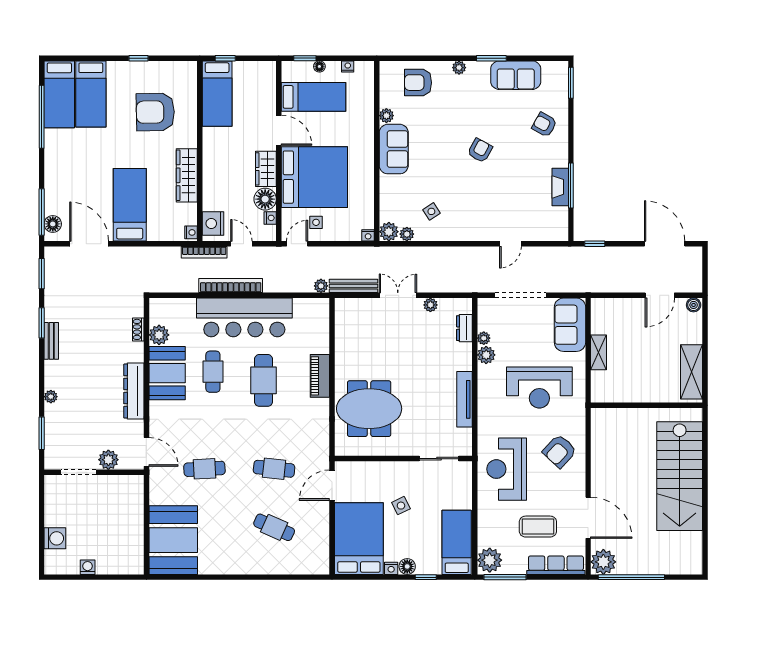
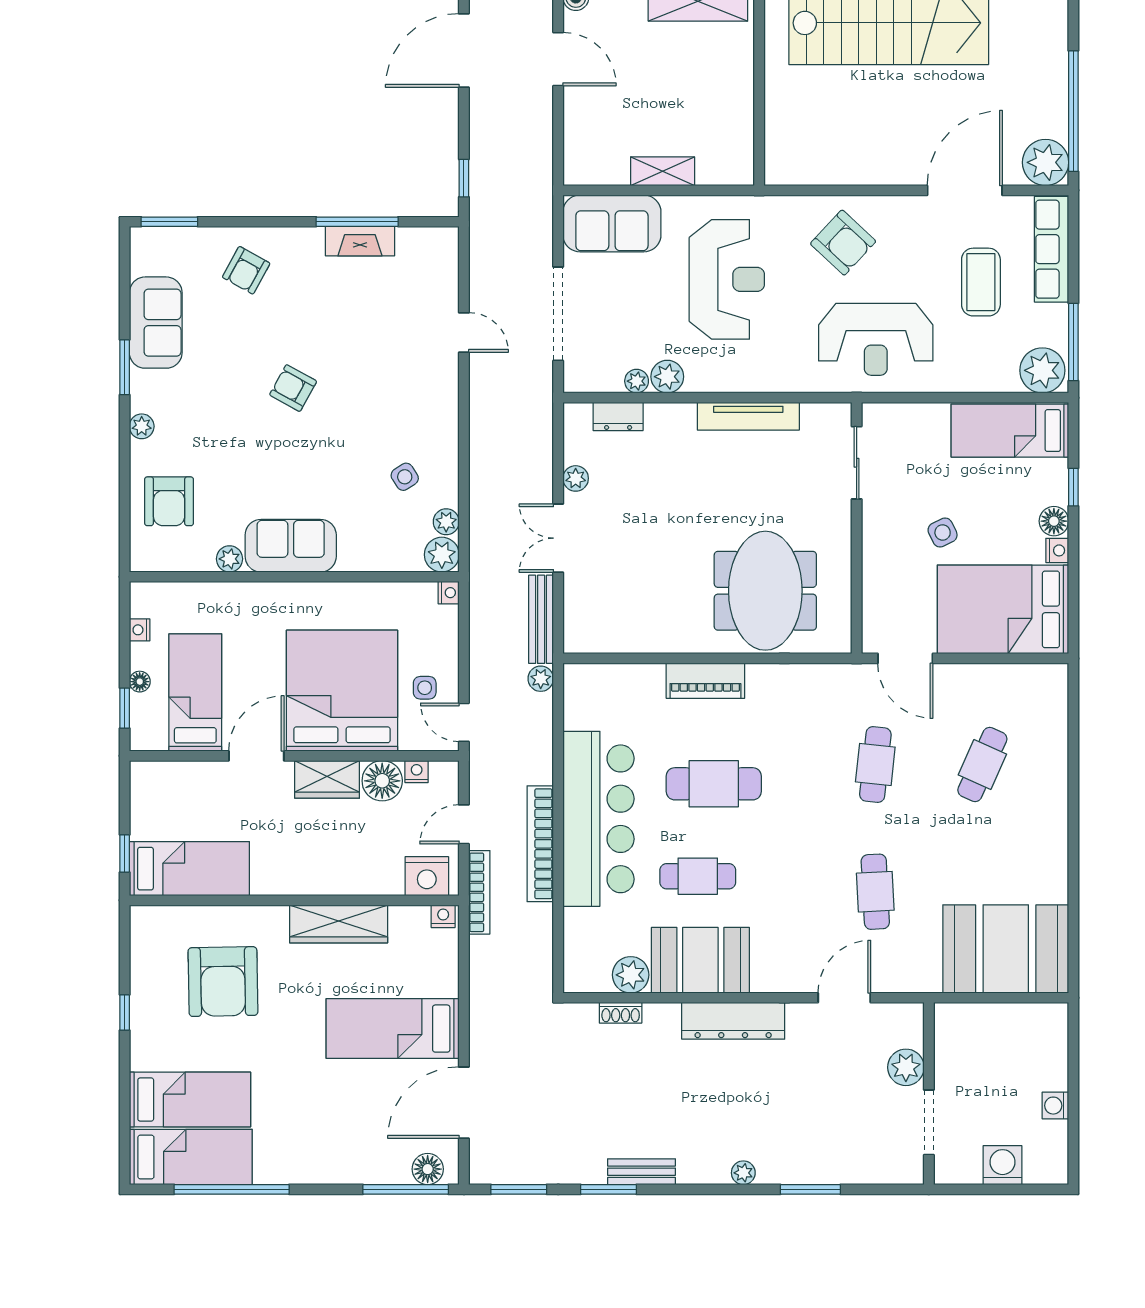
plant: (108, 460) -> (906, 1067), moved
doorway: (78, 472) -> (929, 1122), moved
wall: (94, 472) -> (929, 1094), moved

